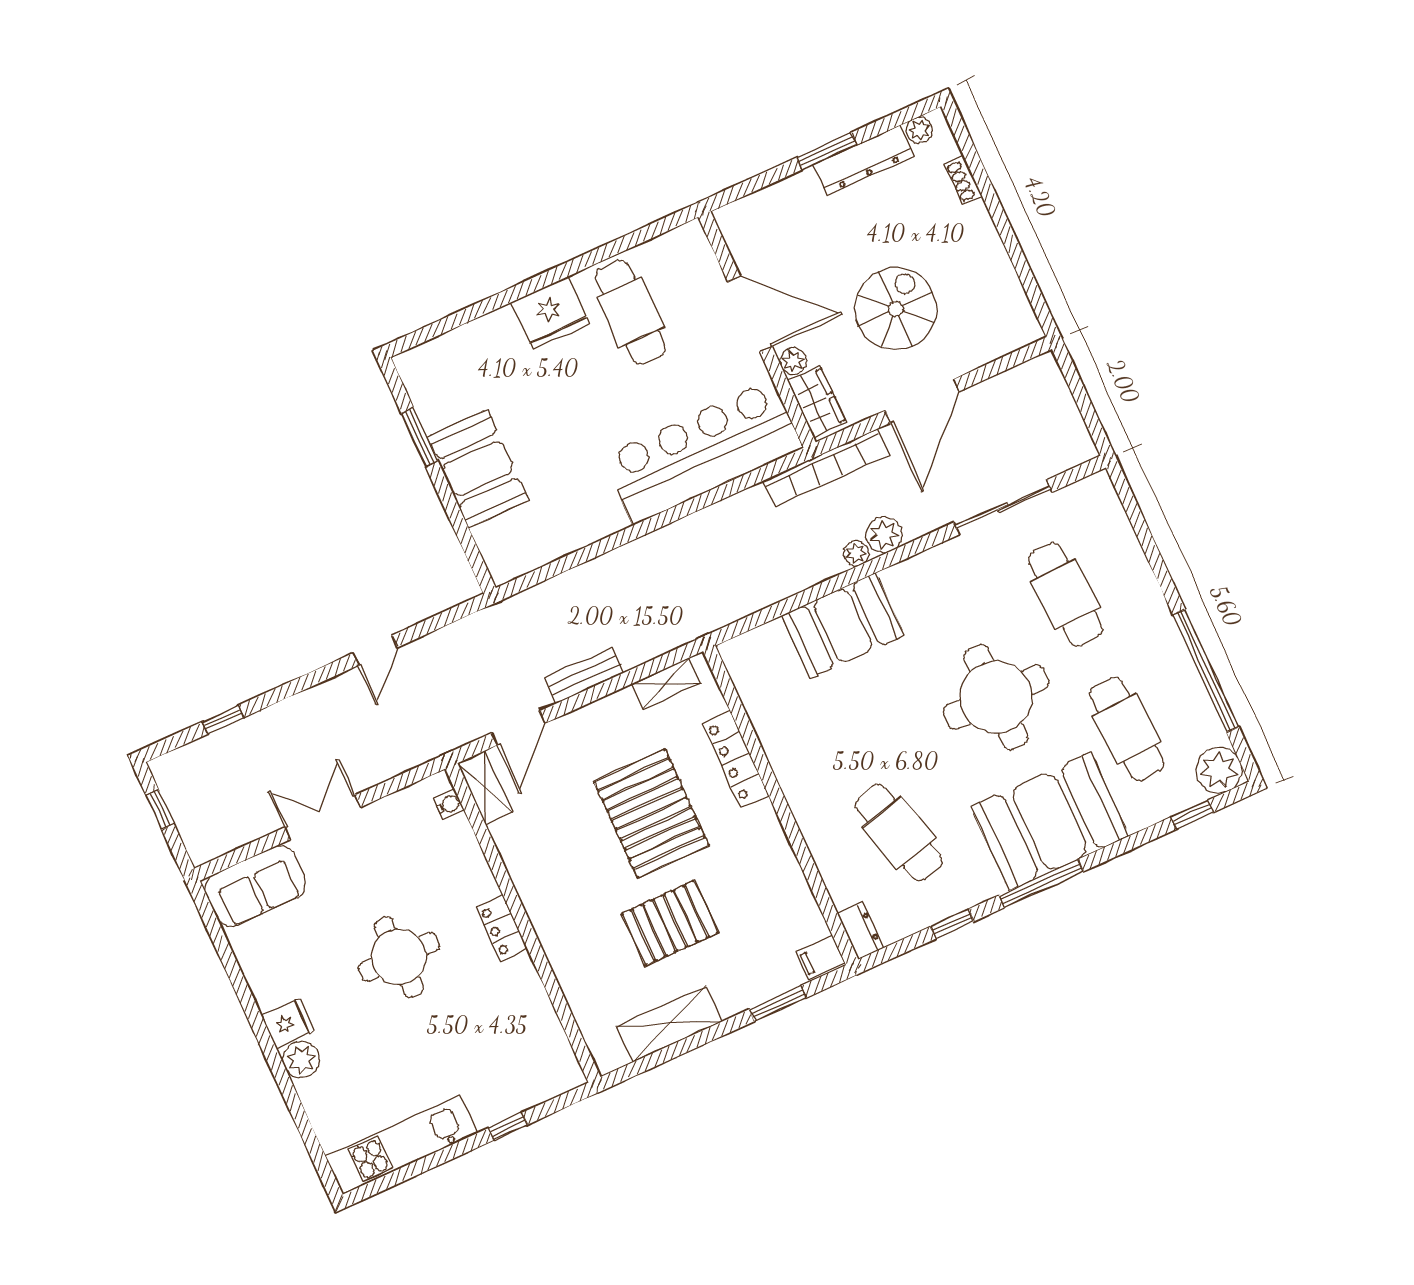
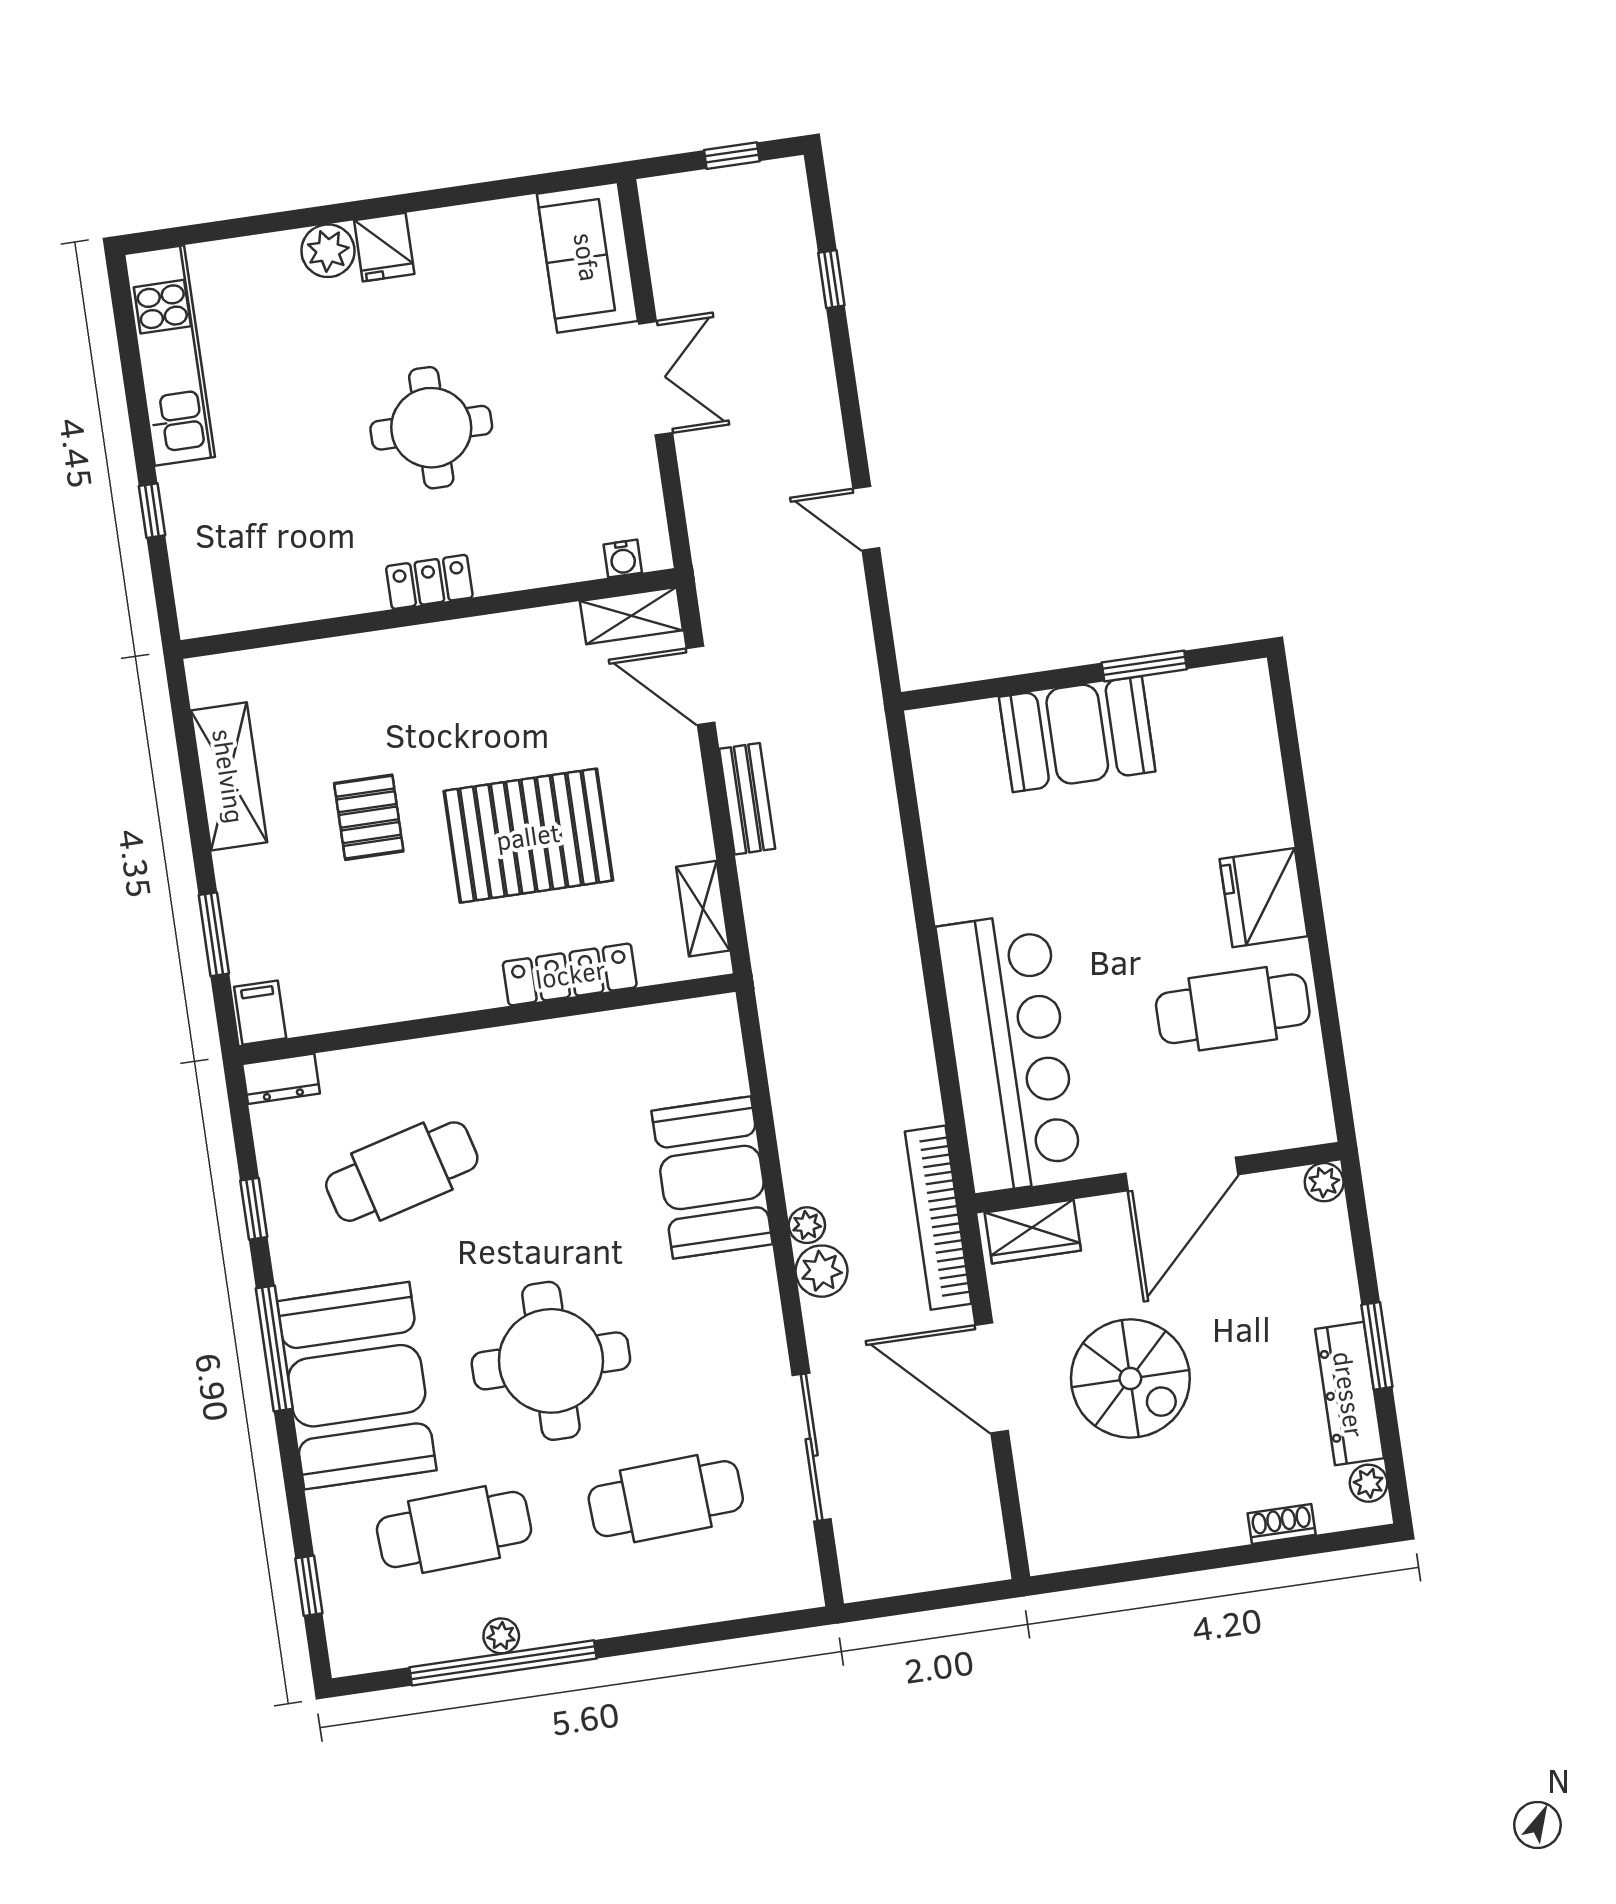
plant: (793, 361) -> (1324, 1182), moved
plant: (1219, 770) -> (501, 1636), moved, width x0.53, depth x0.53
pallet: (670, 923) -> (369, 817), width x0.67, depth x0.71

